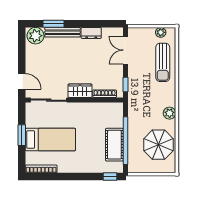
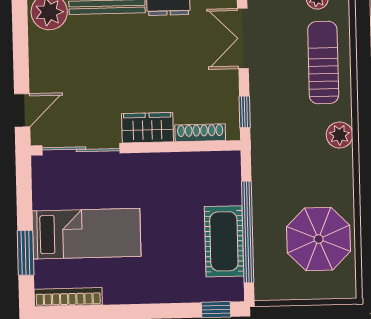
sun lounger: (163, 62) -> (323, 63), turned 180
door: (22, 81) -> (22, 110), hinge flipped
plant: (170, 113) -> (340, 135), moved
window: (22, 135) -> (26, 253), moved

